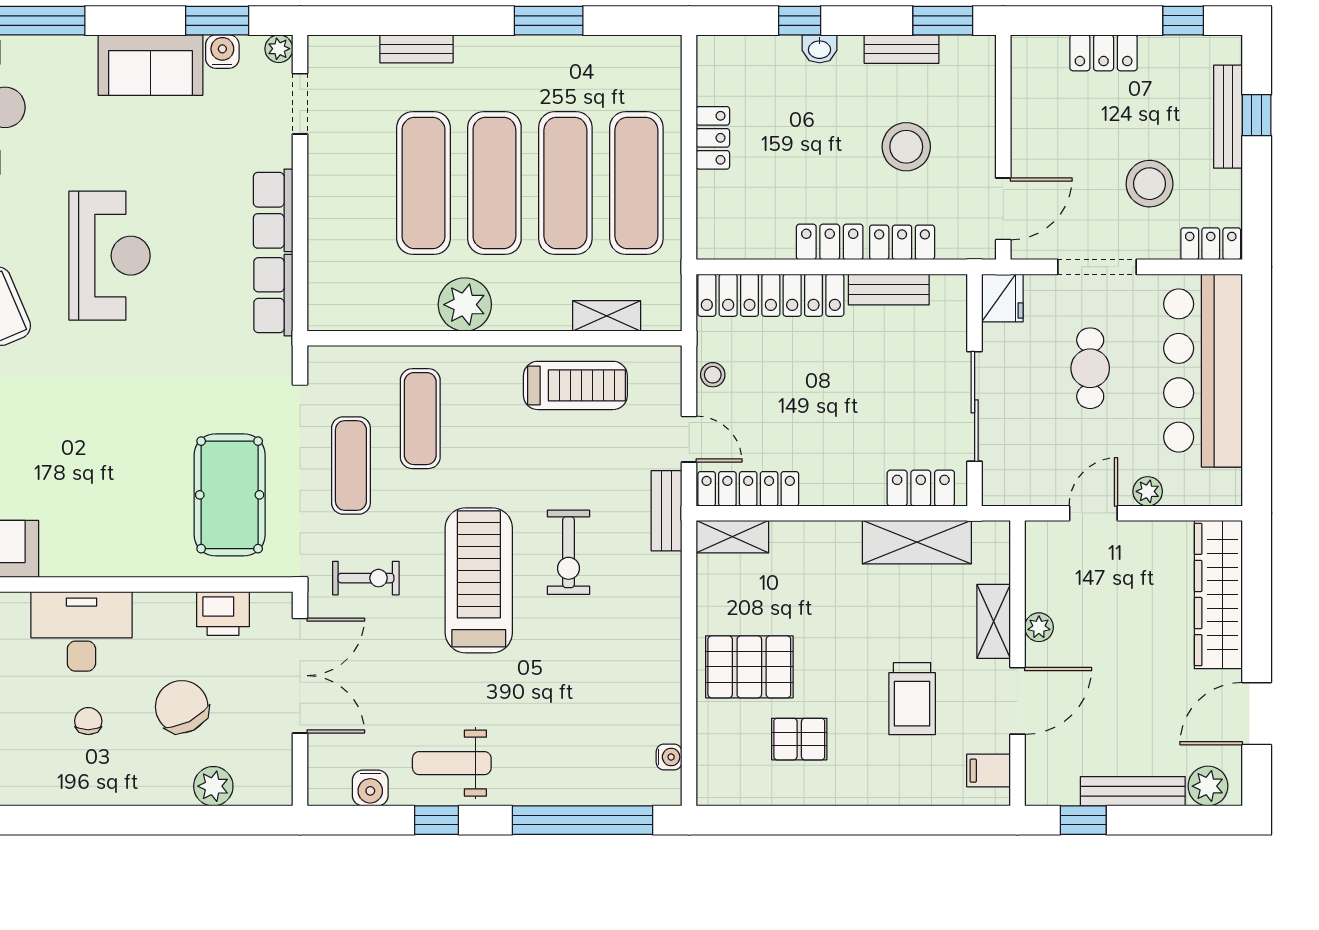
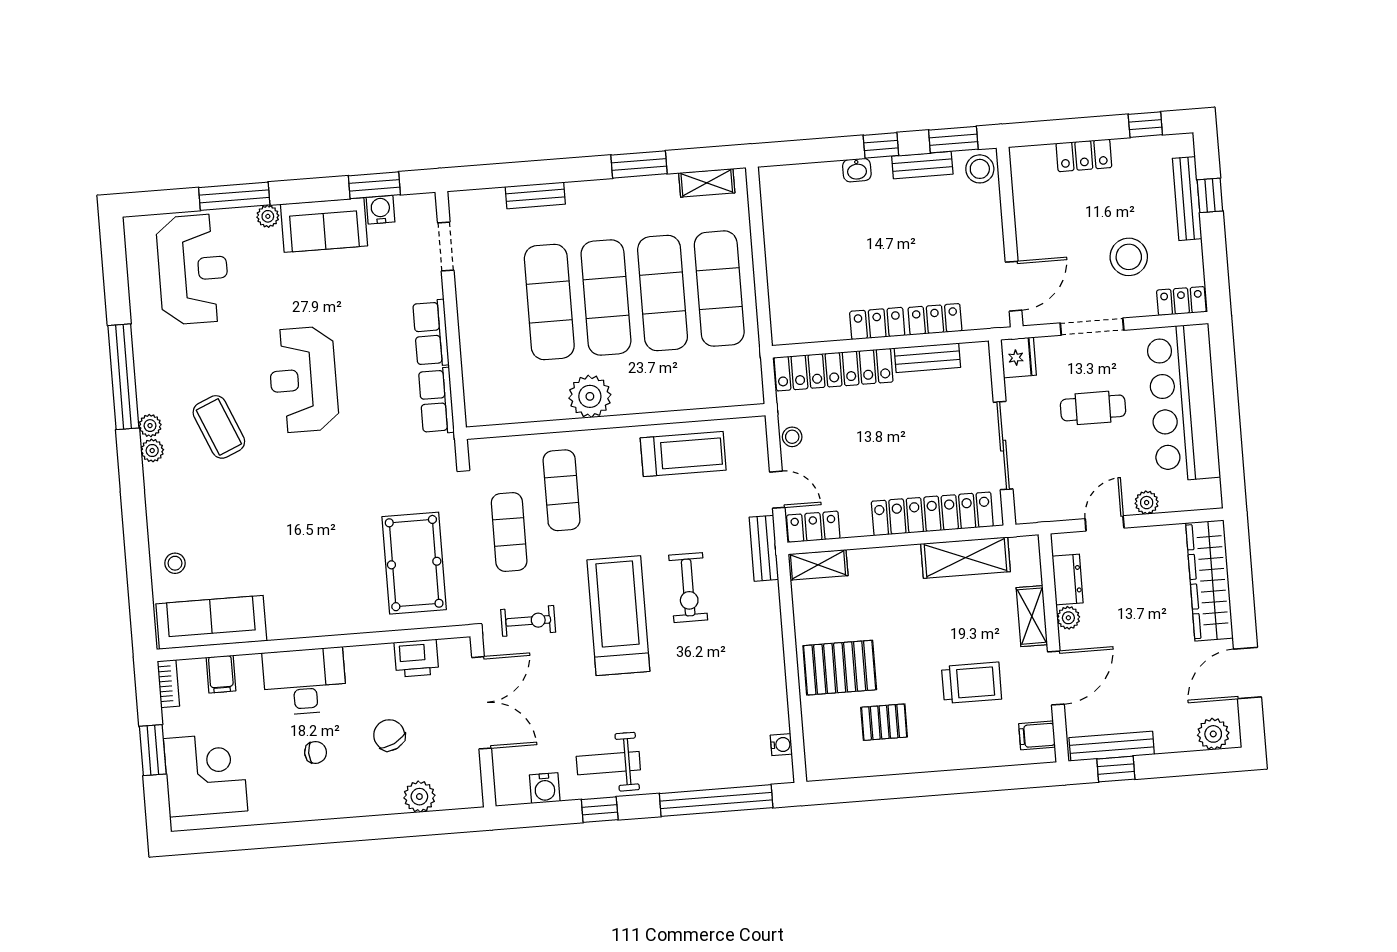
window: (800, 21) -> (881, 145), moved
plant: (279, 49) -> (268, 216), moved
locker: (713, 138) -> (777, 248), removed
stool: (906, 147) -> (980, 169), moved, width x0.73, depth x0.73
reception desk: (110, 256) -> (303, 380), turned 180
shelving: (607, 316) -> (707, 183), moved
cafe table: (1090, 368) -> (1093, 408), turned 90
locker: (921, 488) -> (932, 514), width x2.16, depth x1.21
locker: (748, 489) -> (813, 527), width x0.66
dresser: (1042, 579) -> (1068, 580), added
trolley: (912, 699) -> (972, 683), turned -90
chair: (182, 707) -> (389, 735), width x0.73, depth x0.73
chair: (88, 721) -> (316, 752), turned 90
bench: (1133, 791) -> (1112, 746), moved

